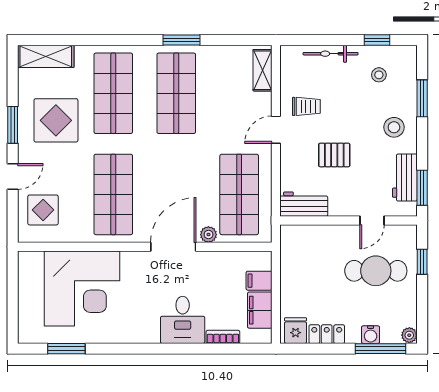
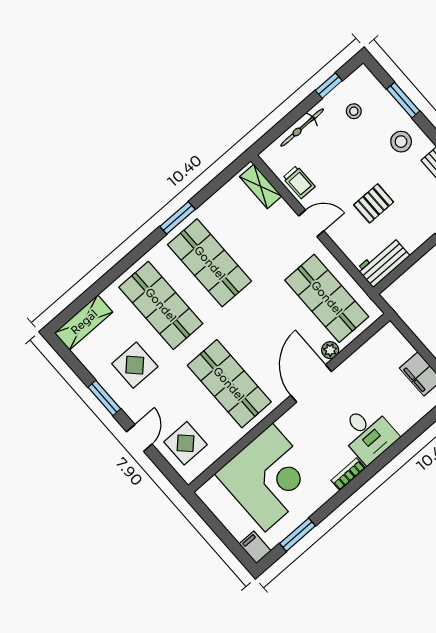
trolley: (306, 106) -> (299, 182), moved, turned 90
display table: (56, 120) -> (135, 365), width x0.73, depth x0.73
door: (276, 130) -> (311, 223), swing flipped
filing cabinet: (259, 281) -> (255, 547), moved, turned 90
bookcase: (223, 337) -> (348, 474), moved

